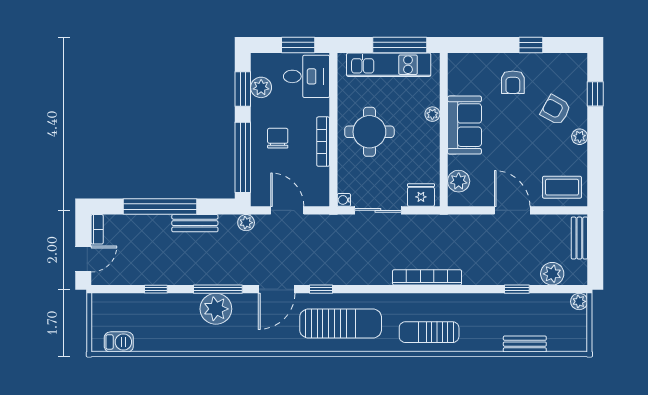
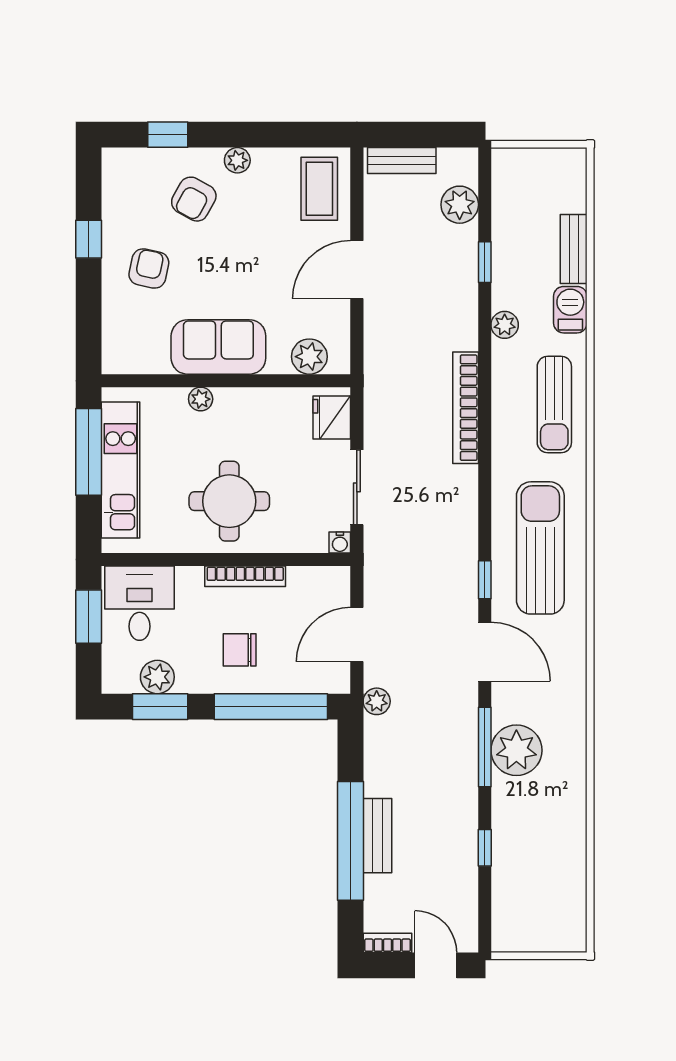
armchair: (513, 82) -> (149, 269), turned -78
bench: (195, 223) -> (377, 836), moved
plant: (579, 301) -> (505, 325), moved
barbecue: (119, 342) -> (570, 310), moved

